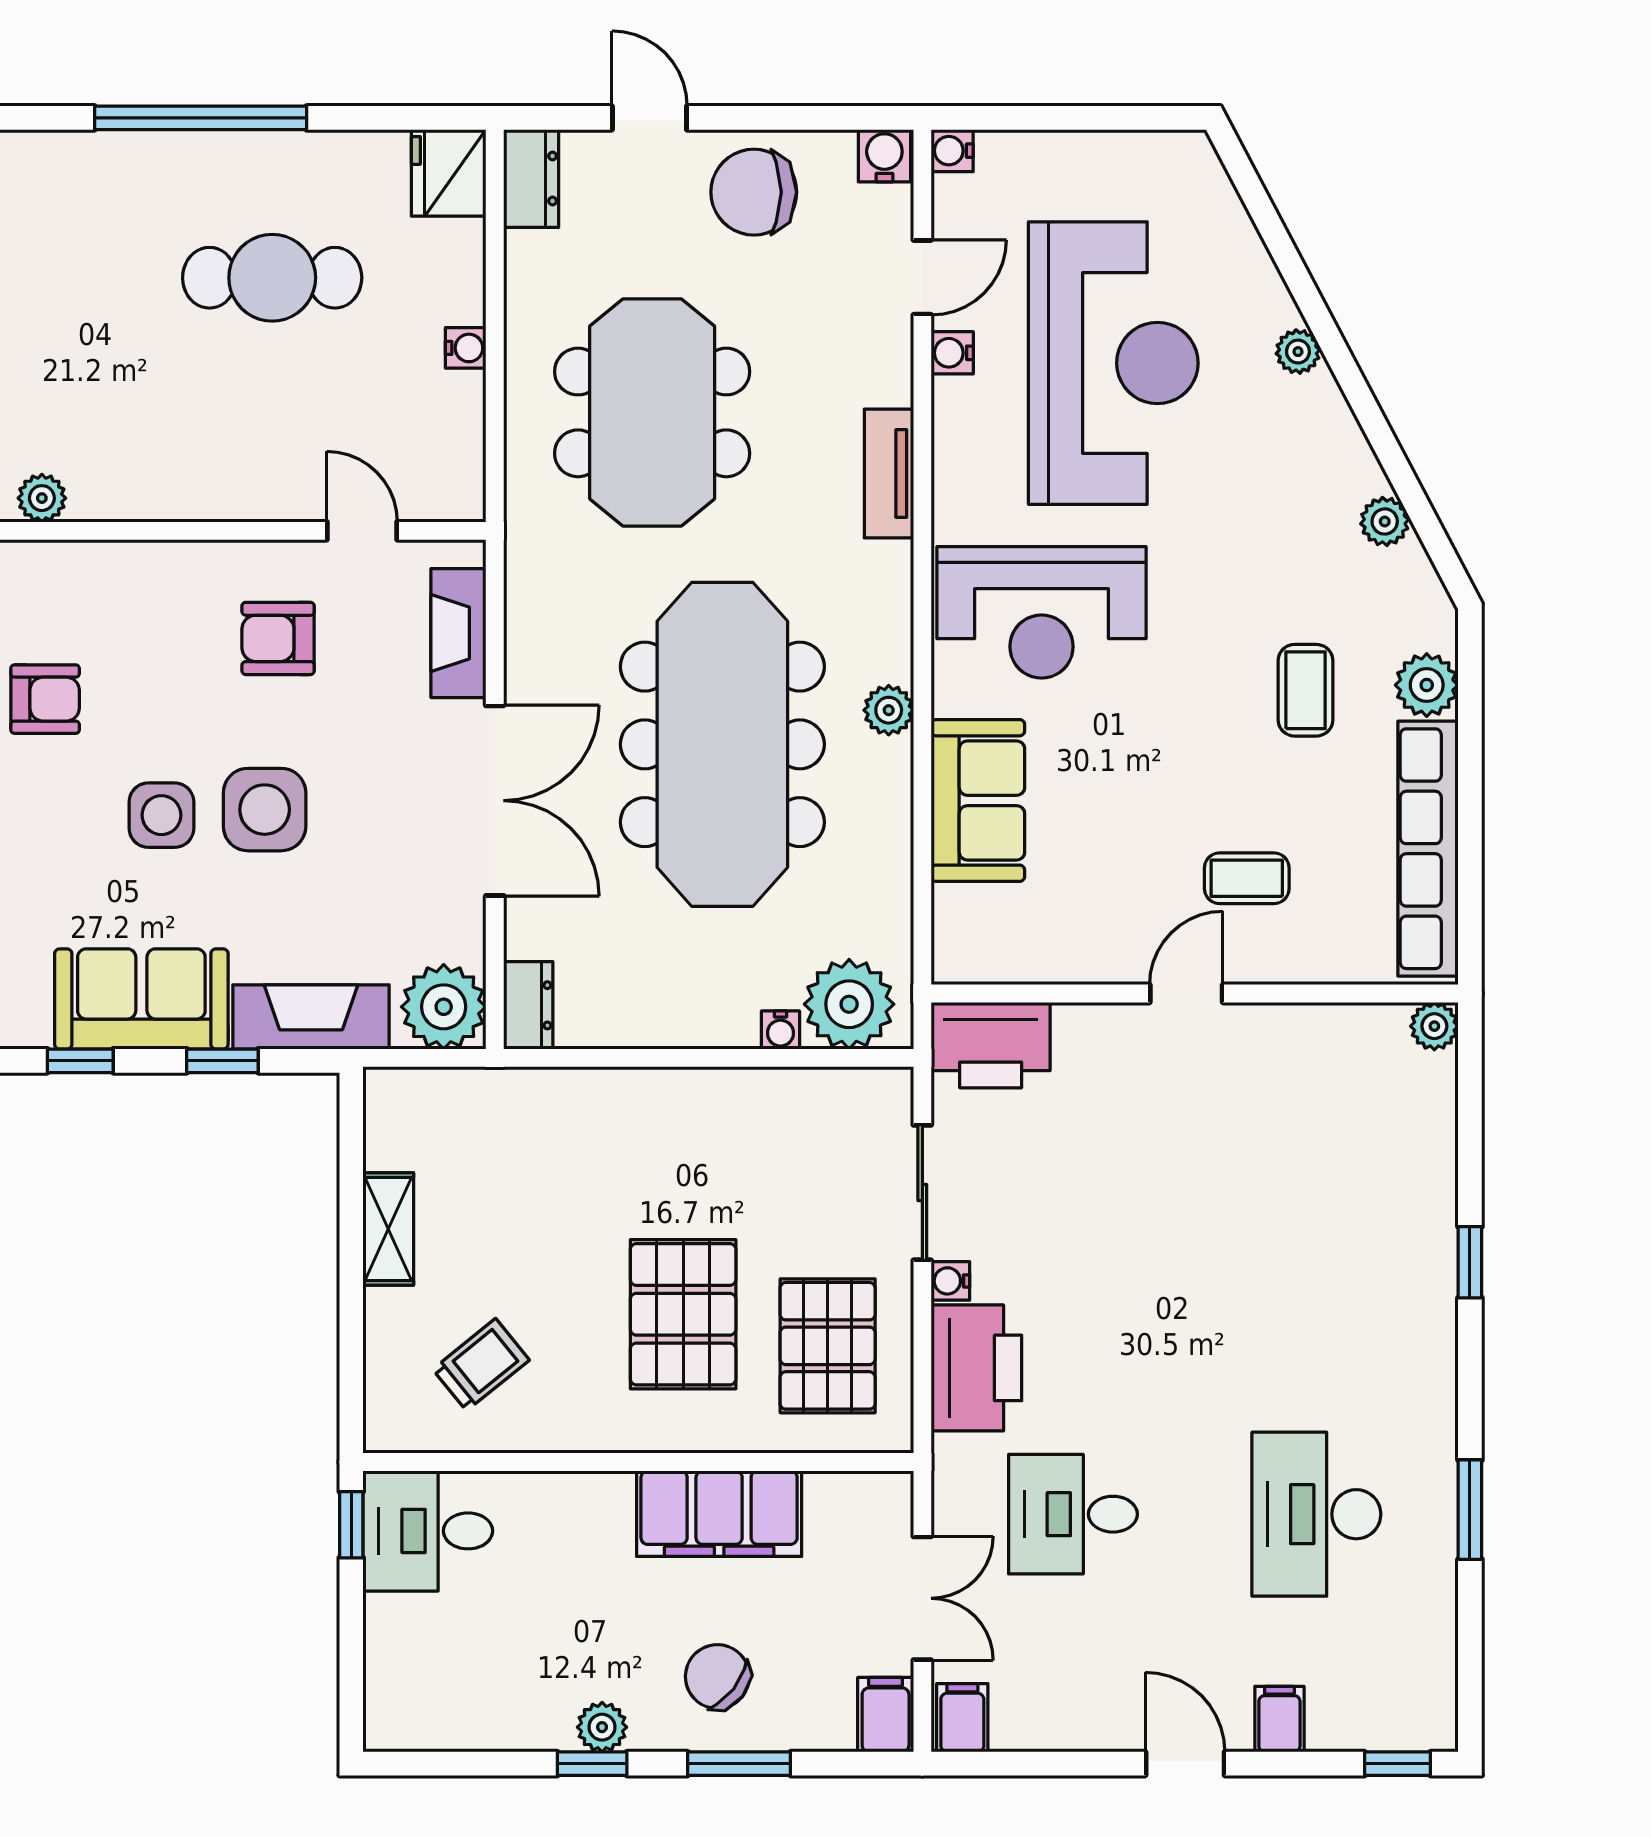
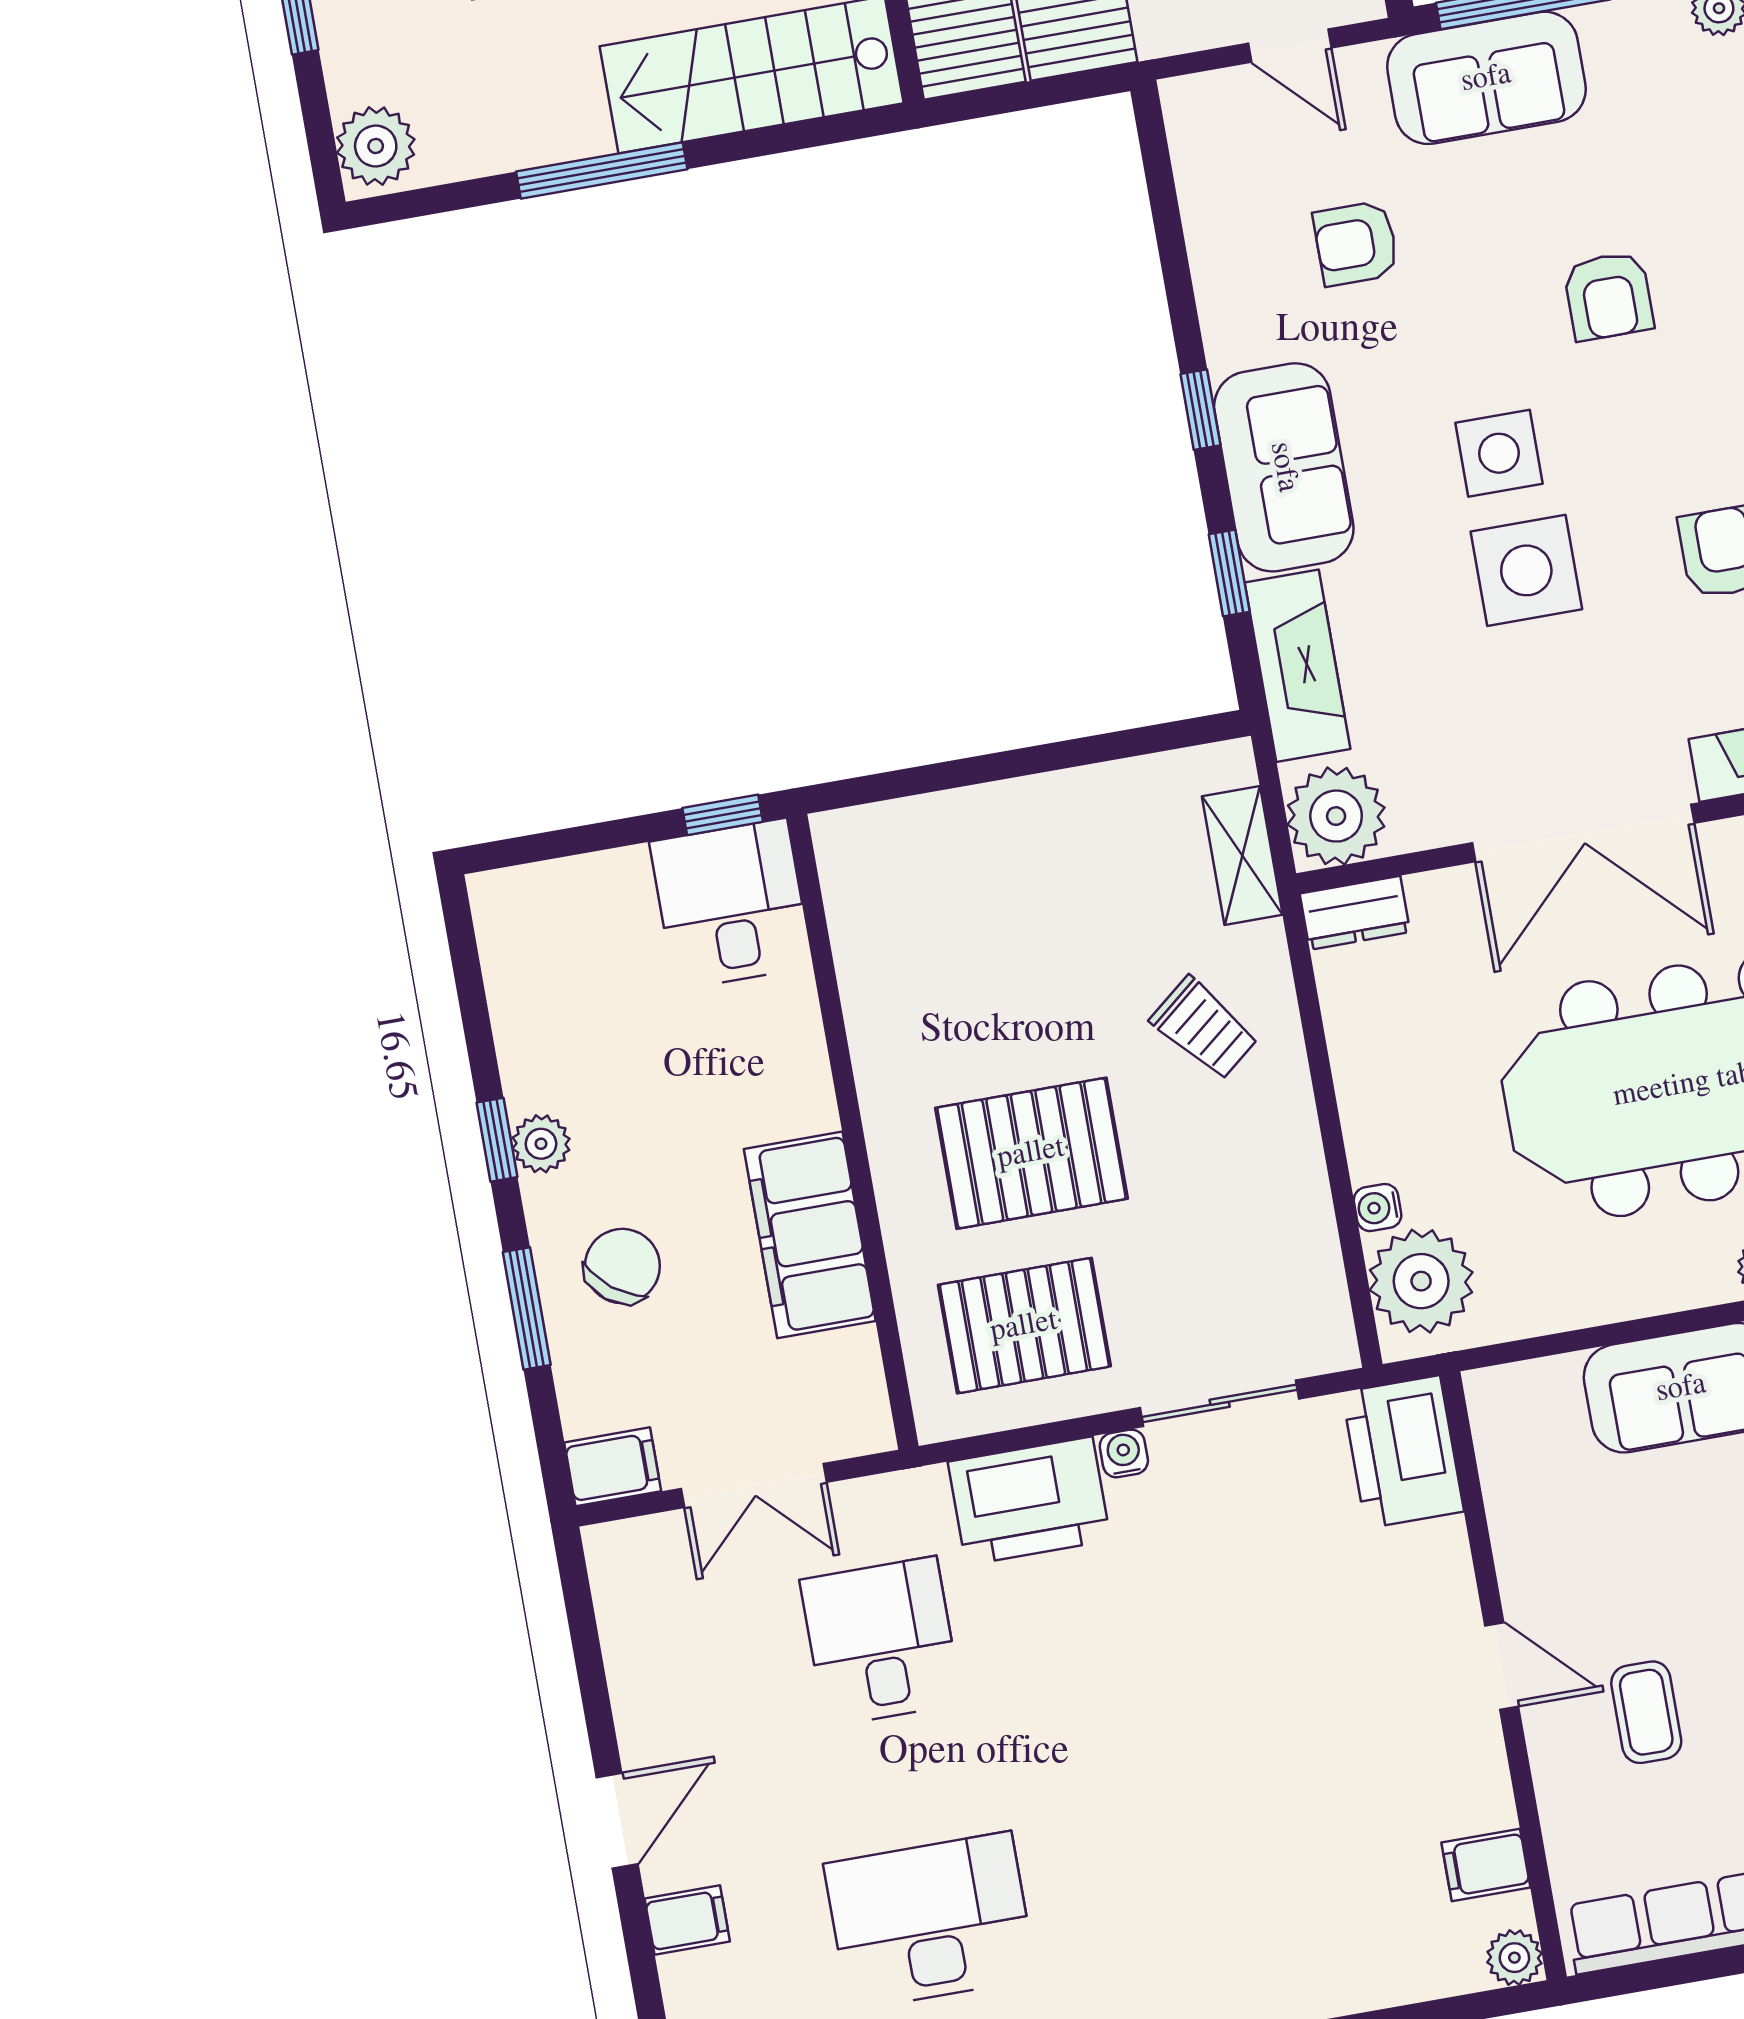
shelving: (388, 1229) -> (1242, 855), moved, turned 90
trolley: (481, 1365) -> (1204, 1028), moved
filing cabinet: (962, 1718) -> (1486, 1865), moved, turned 180

